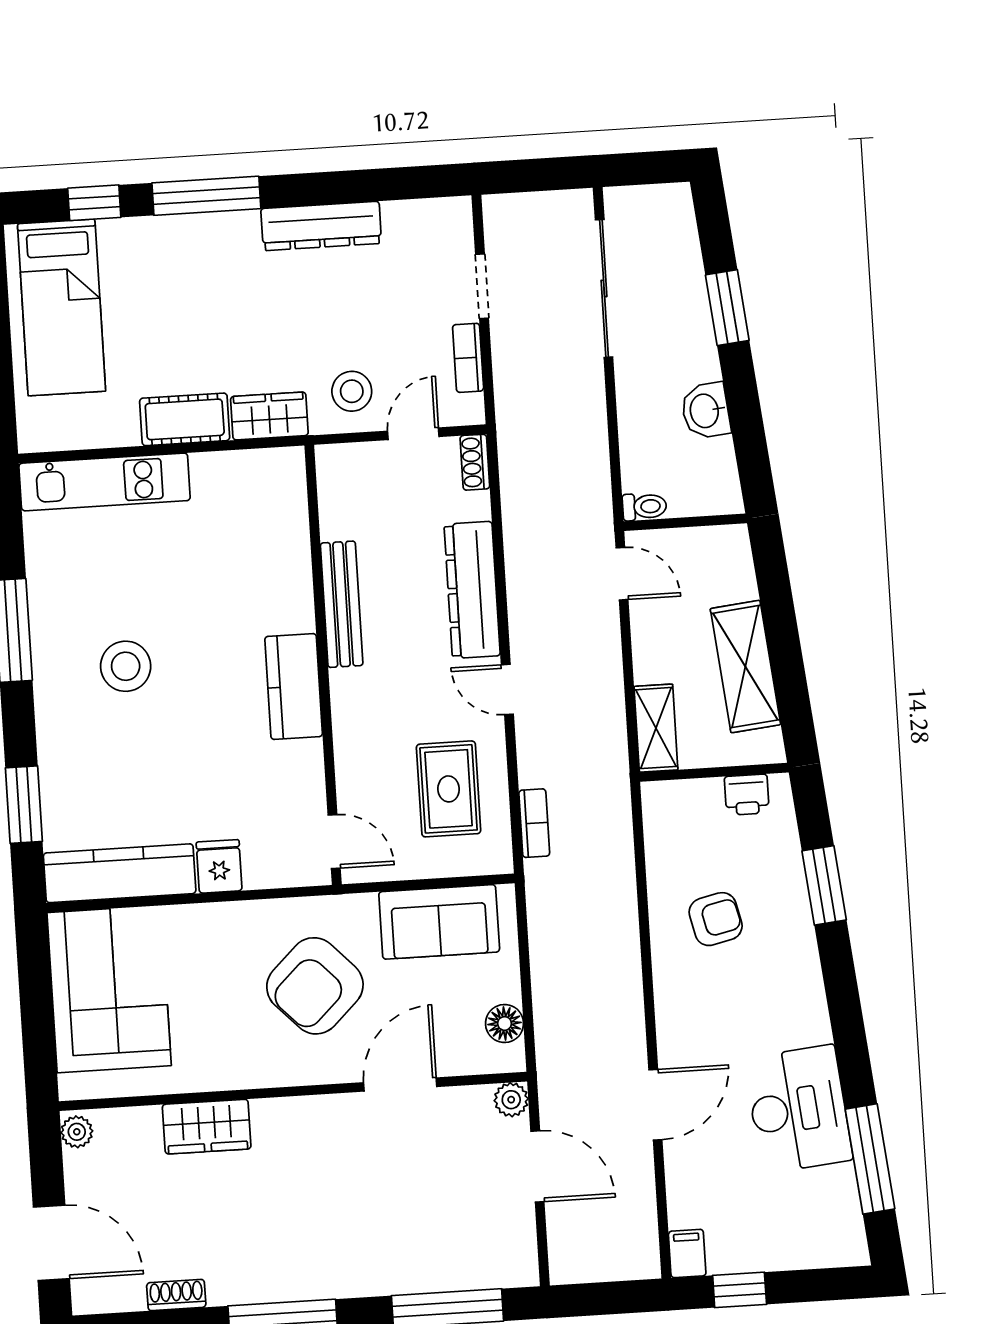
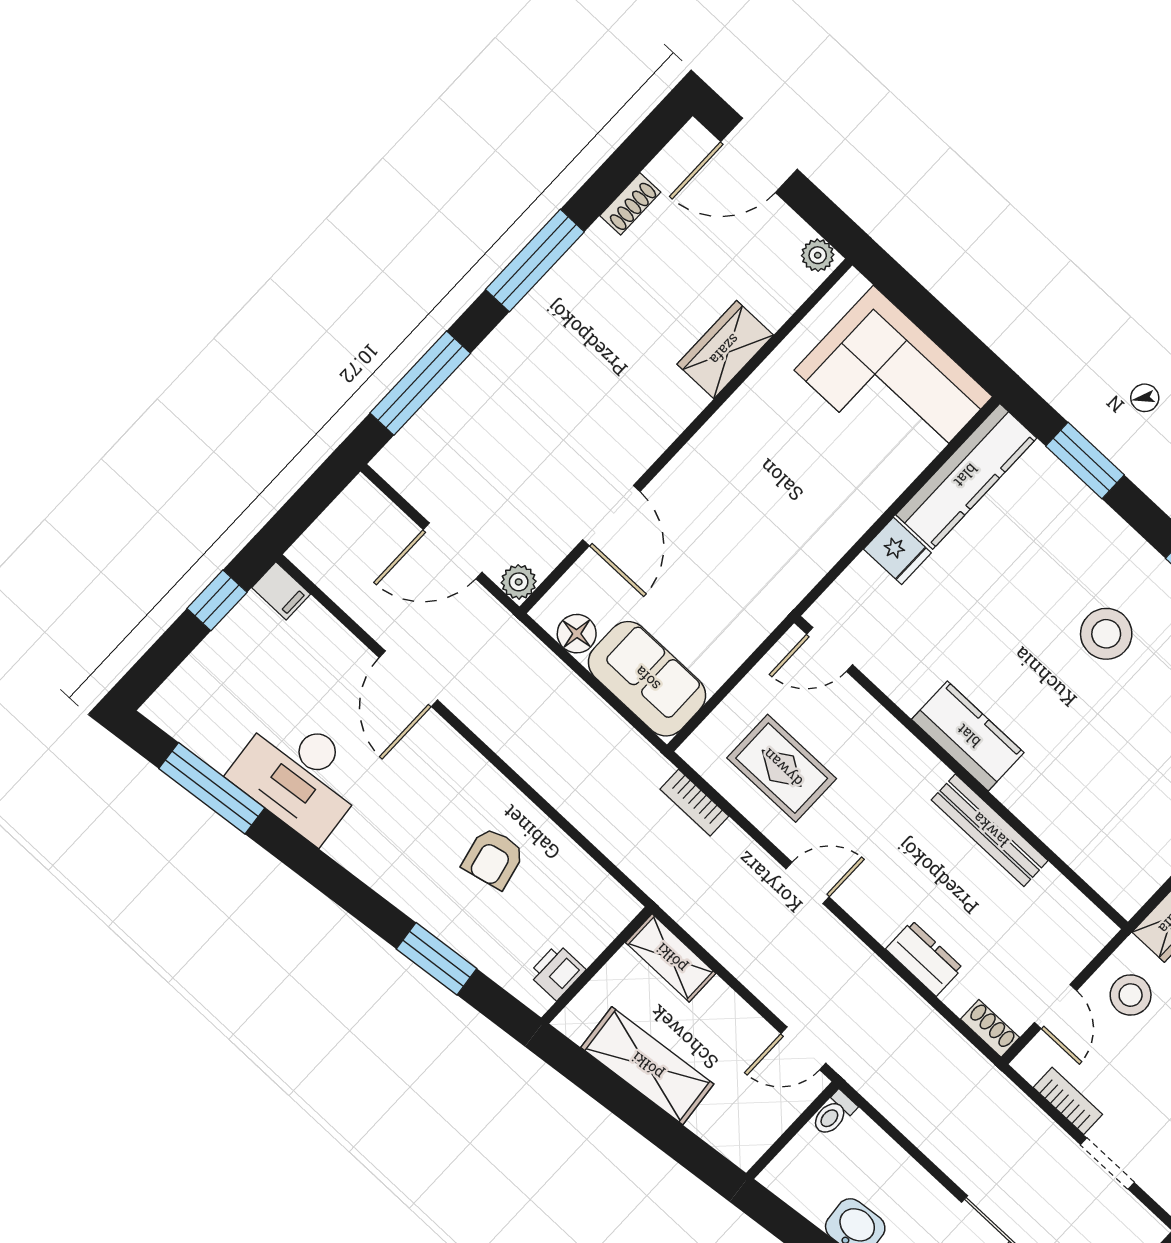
dresser: (472, 590) -> (924, 958), width x0.51, depth x0.80
sofa: (439, 922) -> (647, 679), moved, turned 90
armchair: (315, 986) -> (743, 529), removed

